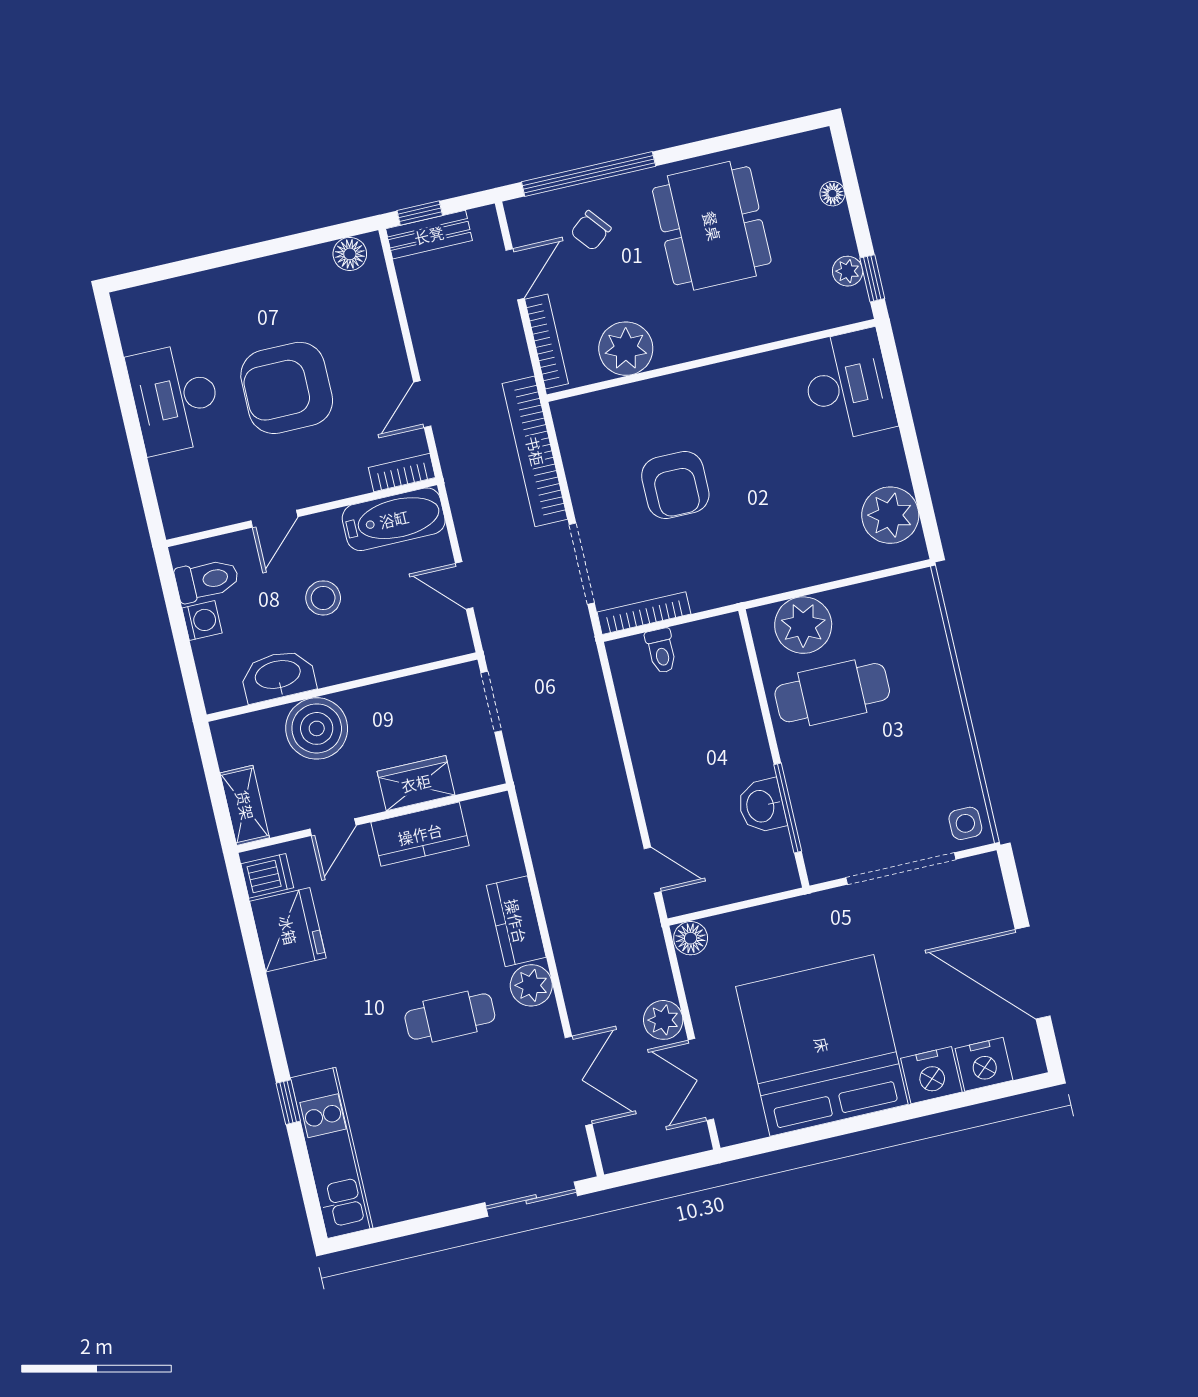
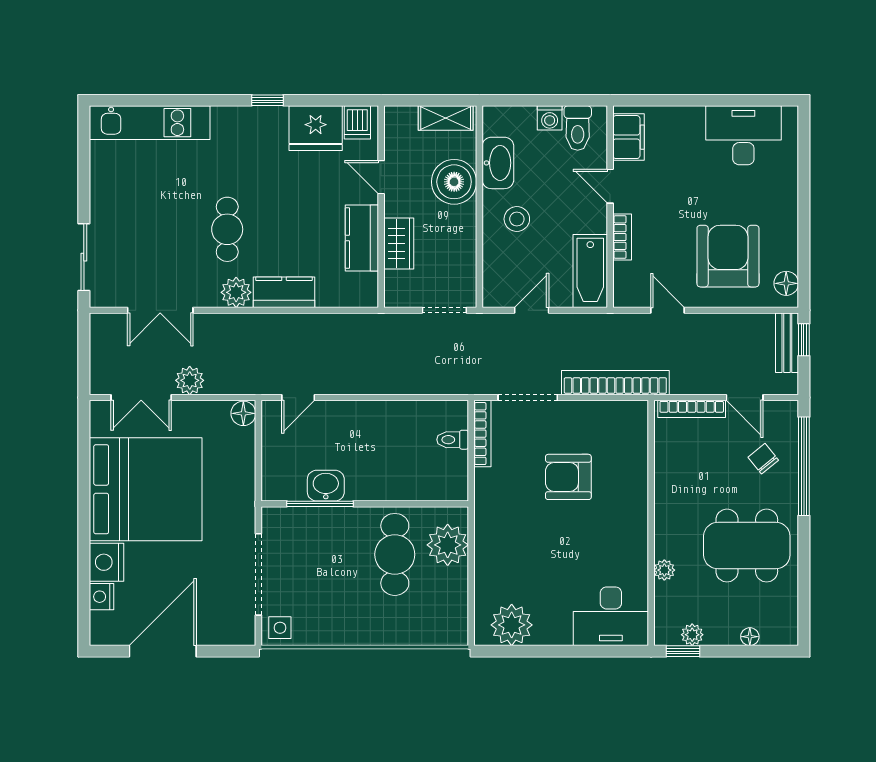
plant: (626, 349) -> (664, 570), moved, width x0.53, depth x0.53
armchair: (287, 388) -> (728, 256), moved
desk: (175, 398) -> (743, 135), moved
bookcase: (402, 472) -> (622, 237), moved
filing cabinet: (203, 509) -> (629, 137), added
stool: (323, 598) -> (517, 219), moved
shelving: (245, 805) -> (446, 118), moved
nightstand: (984, 1064) -> (102, 597), width x0.74, depth x0.75
double door: (701, 1080) -> (141, 398), swing flipped
window: (288, 1102) -> (267, 100), moved

